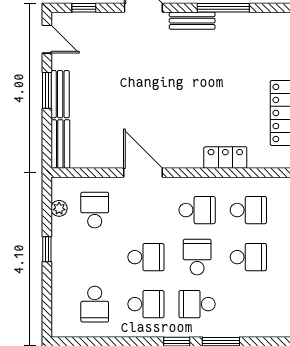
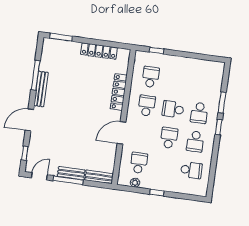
bench: (192, 21) -> (41, 89), width x1.36
window: (47, 90) -> (68, 180), width x1.44
locker: (225, 158) -> (119, 92), width x1.53
school desk: (95, 210) -> (139, 163), turned 90
school desk: (248, 257) -> (177, 81), removed
school desk: (146, 304) -> (195, 141), turned 180

